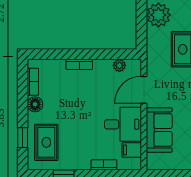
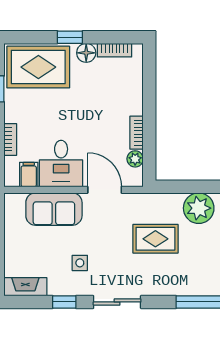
bookcase: (79, 64) -> (137, 133), moved
window: (23, 138) -> (70, 37), moved
rug: (46, 142) -> (38, 67), width x1.36, depth x1.43

